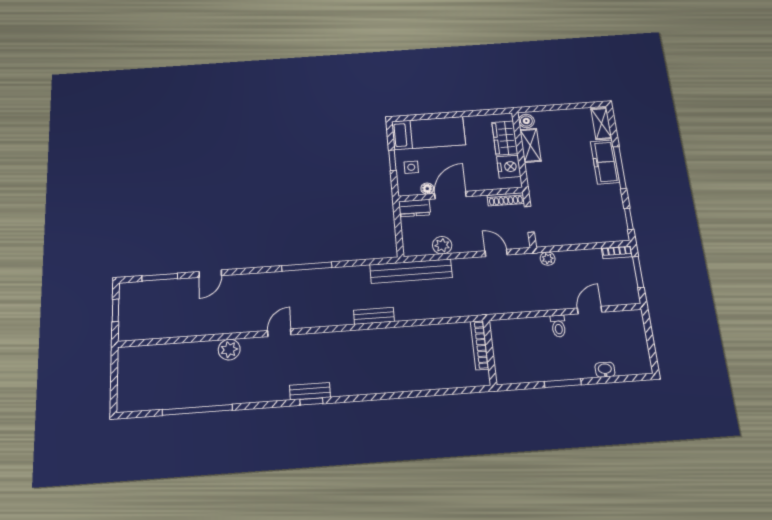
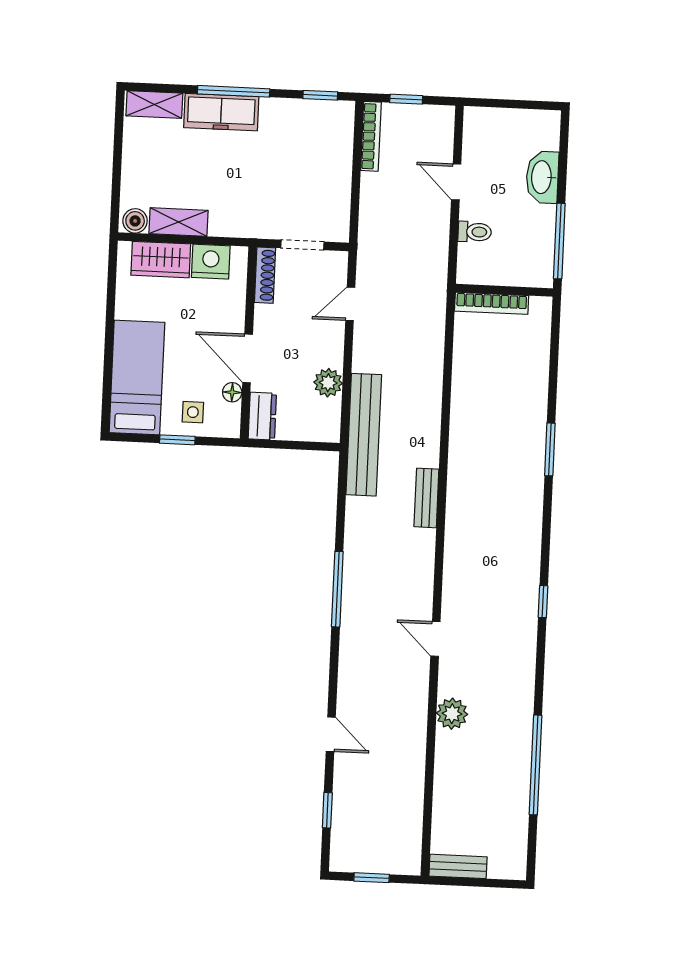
bookcase: (617, 252) -> (371, 136), width x1.56
plant: (548, 259) -> (369, 229), removed
window: (638, 272) -> (406, 99), width x0.67
window: (160, 277) -> (327, 810), width x0.67
bookcase: (480, 345) -> (492, 303), moved
wall: (490, 352) -> (504, 290), moved
washbasin: (605, 370) -> (542, 177), width x1.91, depth x1.45
window: (563, 383) -> (559, 241), width x1.44
bench: (310, 391) -> (458, 866), moved, turned 90
window: (418, 394) -> (550, 449), added

